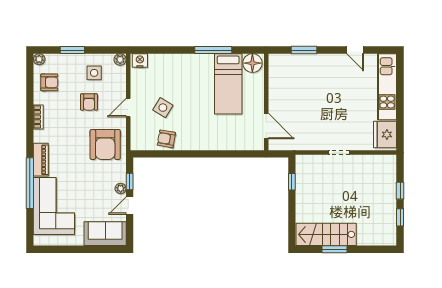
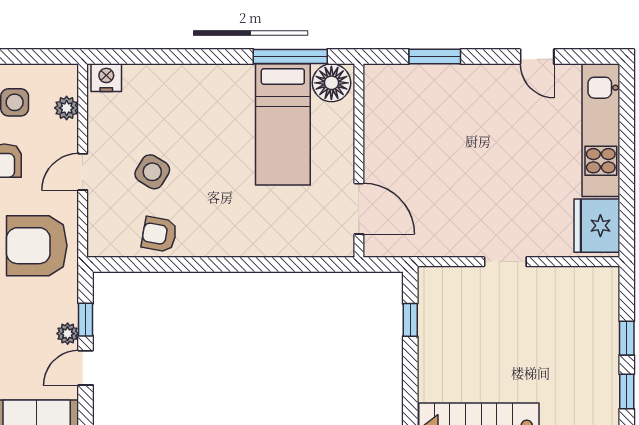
window: (213, 50) -> (290, 57), moved
plant: (120, 60) -> (67, 108), moved
armchair: (105, 144) -> (37, 246), turned 90

